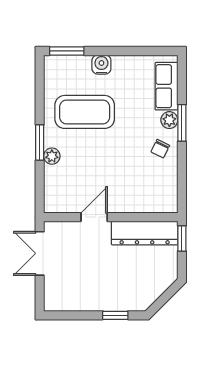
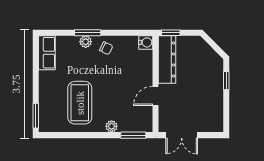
water cooler: (101, 65) -> (146, 42), moved, turned 180
row of seats: (166, 86) -> (47, 53), moved, turned -90
window: (40, 142) -> (133, 135), moved
door: (94, 217) -> (156, 96), hinge flipped

